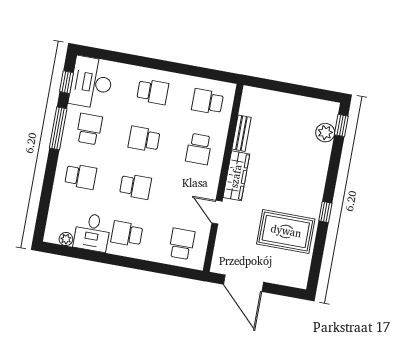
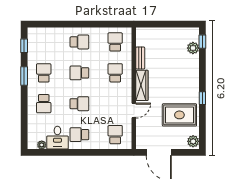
desk: (91, 83) -> (40, 43), removed
school desk: (207, 102) -> (115, 42), turned 90
window: (58, 128) -> (24, 76), width x0.69
school desk: (199, 149) -> (115, 73), turned 180
school desk: (81, 176) -> (44, 104), turned 90
door: (217, 212) -> (134, 111), swing flipped
plant: (299, 276) -> (193, 141), added

